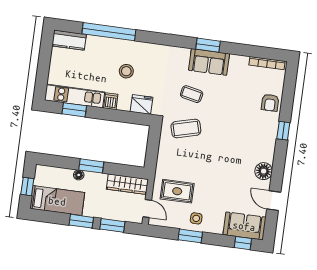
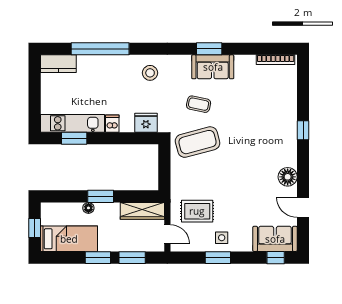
stool: (126, 71) -> (150, 73), moved
armchair: (270, 103) -> (285, 102), removed
coffee table: (186, 128) -> (198, 142), width x1.36, depth x1.32

